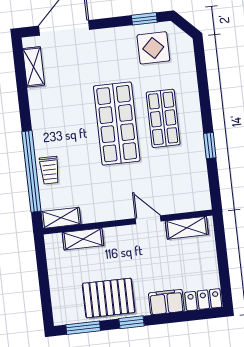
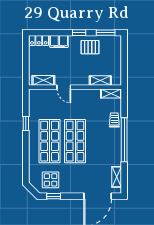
shop shelf: (163, 118) -> (50, 141), width x1.43, depth x1.36
window: (31, 171) -> (124, 140), moved
pallet: (109, 298) -> (90, 47), width x0.67, depth x0.71

